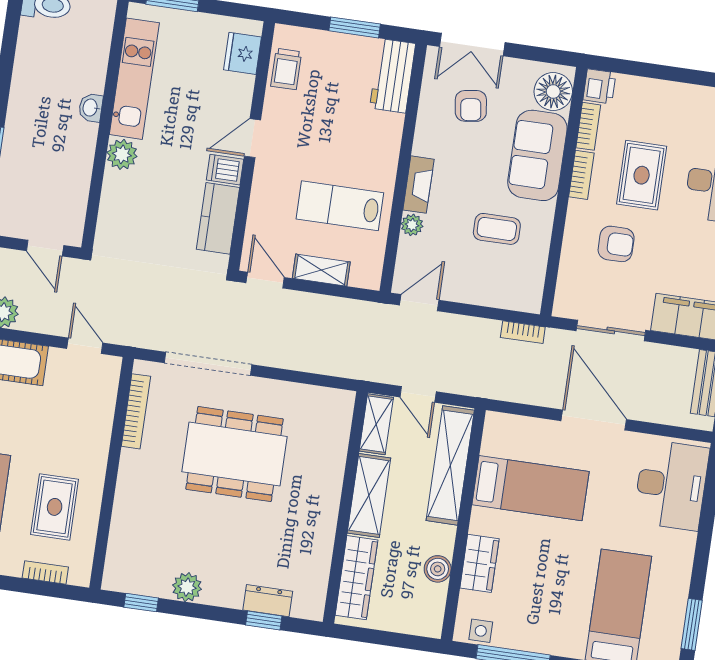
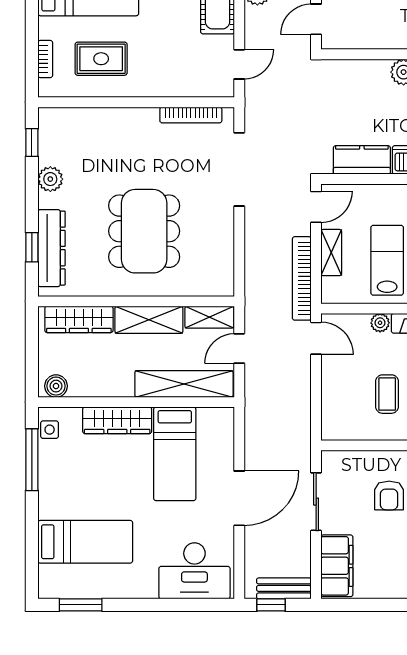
bookcase: (523, 332) -> (302, 278), moved, width x2.31, depth x1.31
dining table: (235, 454) -> (144, 231), moved
wardrobe: (479, 563) -> (117, 420), width x1.50
boiler: (438, 569) -> (56, 386), moved
dresser: (268, 601) -> (51, 248), width x1.96, depth x1.24

